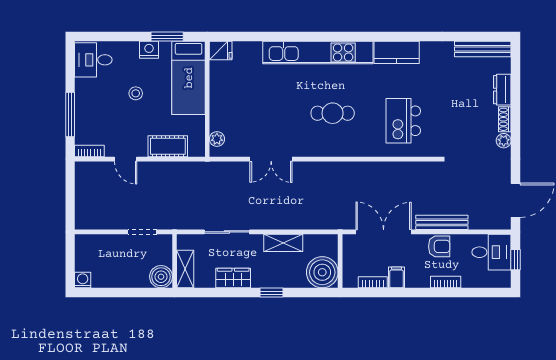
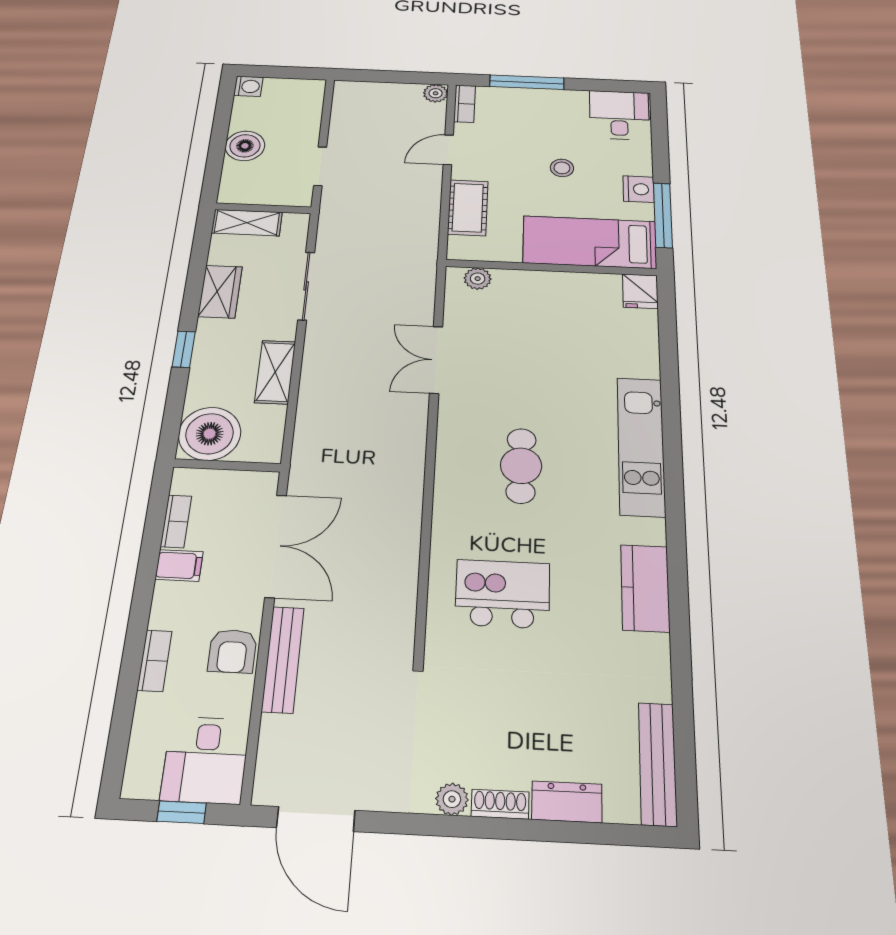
window: (167, 37) -> (663, 215), width x1.44
kitchen unit: (318, 52) -> (641, 446), width x0.73
plant: (82, 169) -> (436, 93), added
boiler: (161, 277) -> (245, 146), moved

